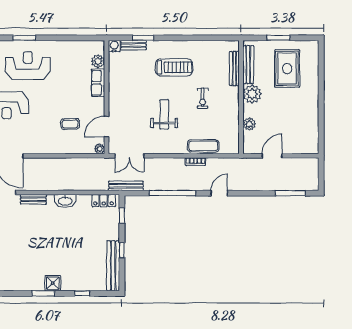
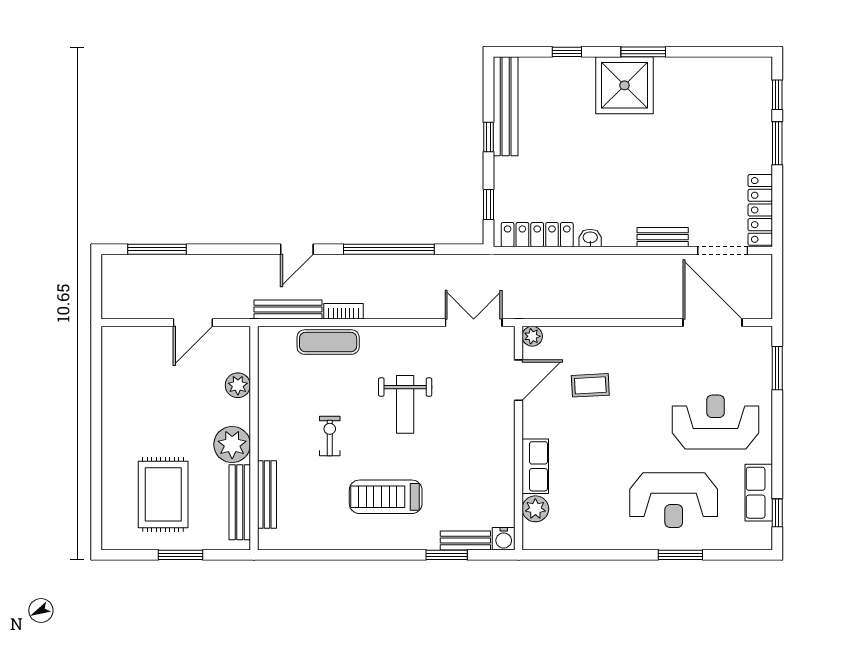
bench: (126, 186) -> (288, 310), moved
washbasin: (65, 201) -> (590, 238), width x0.52, depth x0.69
locker: (104, 201) -> (537, 235), width x1.53
shower: (53, 283) -> (624, 85), width x1.86, depth x1.86

